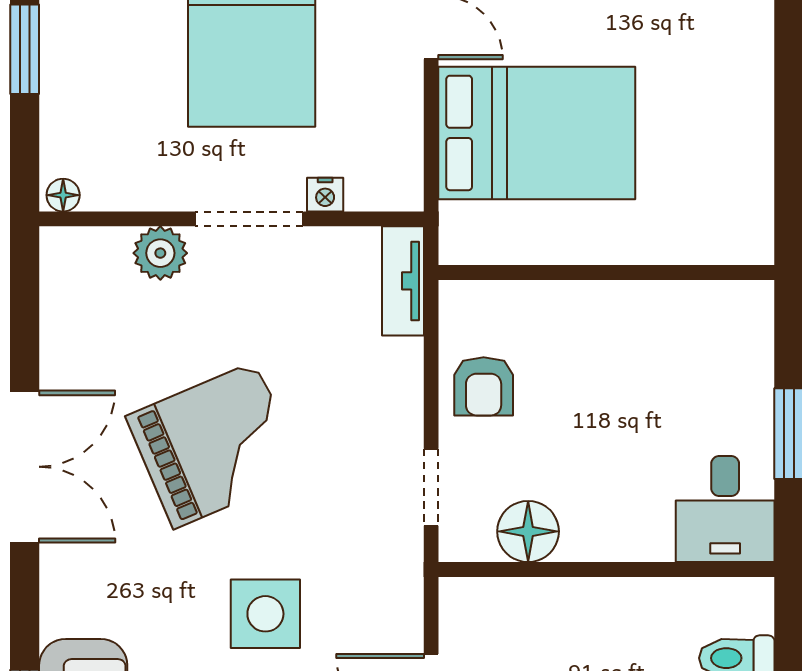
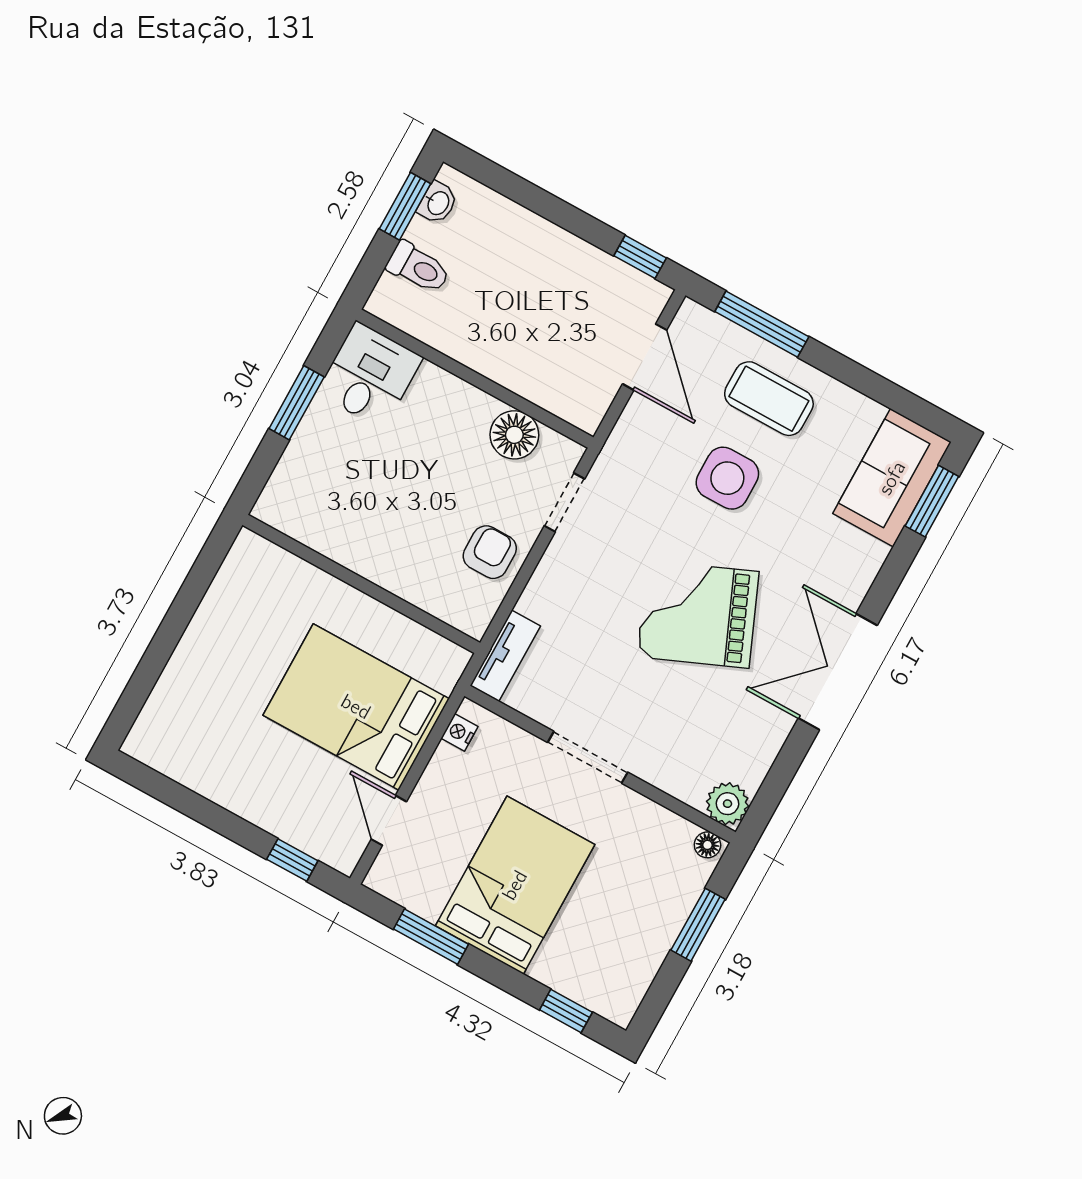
window: (25, 49) -> (698, 925), moved
nightstand: (325, 195) -> (459, 732), moved, turned -90
plant: (160, 253) -> (728, 804), moved

